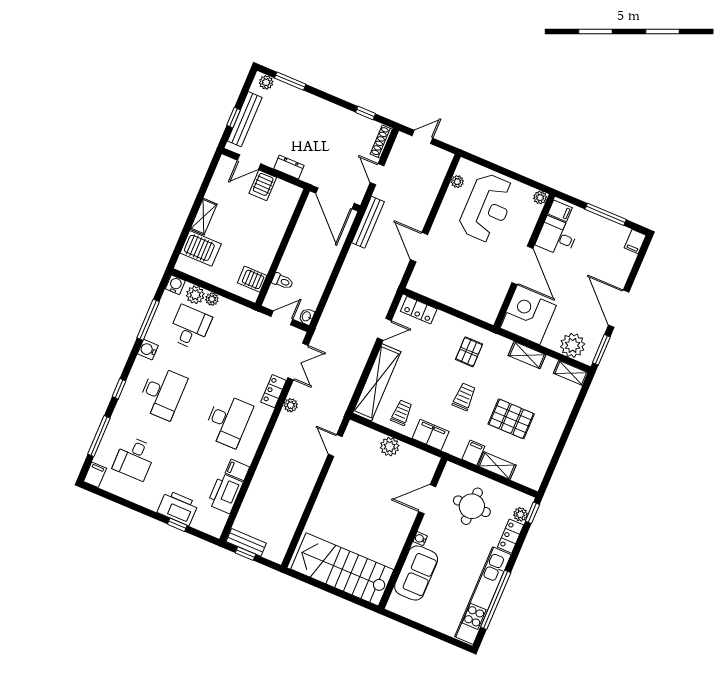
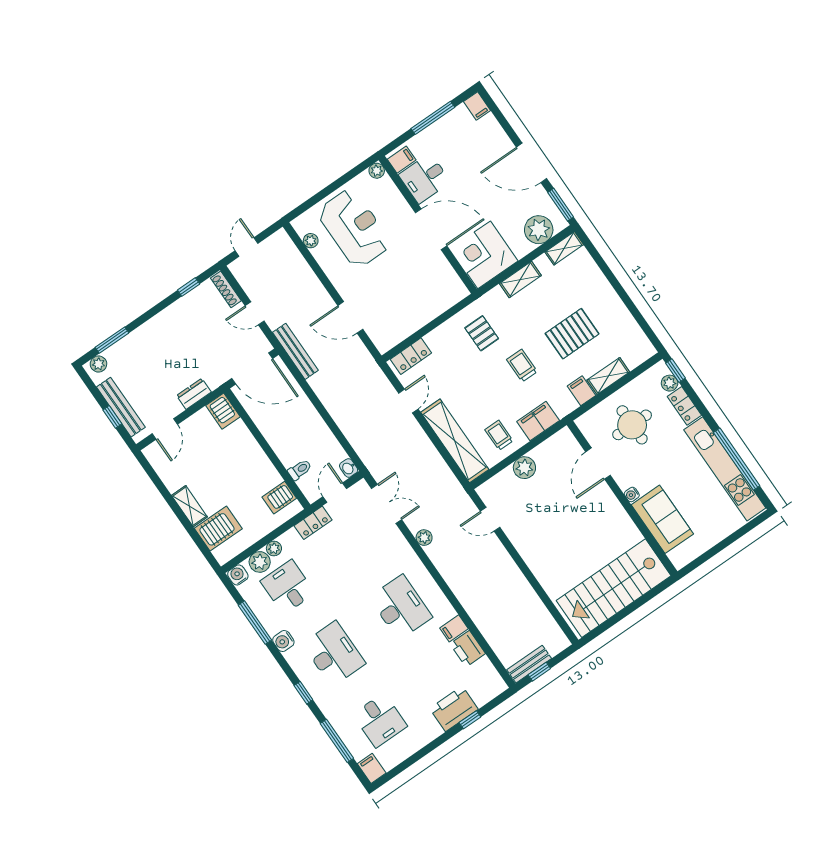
server rack: (263, 185) -> (223, 411), moved
locker: (273, 391) -> (313, 523), moved, turned -90
printer: (225, 493) -> (468, 649), width x0.73, depth x0.84

